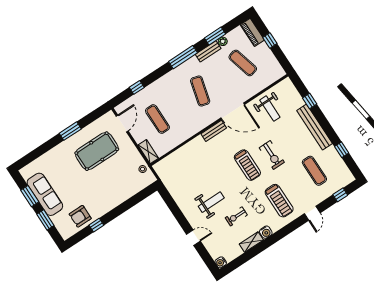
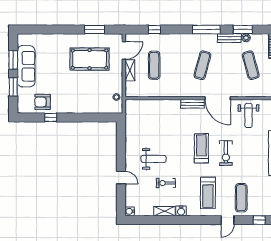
window: (70, 131) -> (95, 30), moved
shelving: (148, 152) -> (130, 70), moved
treadmill: (247, 165) -> (201, 148), turned 180
exercise mat: (314, 171) -> (241, 198), moved

